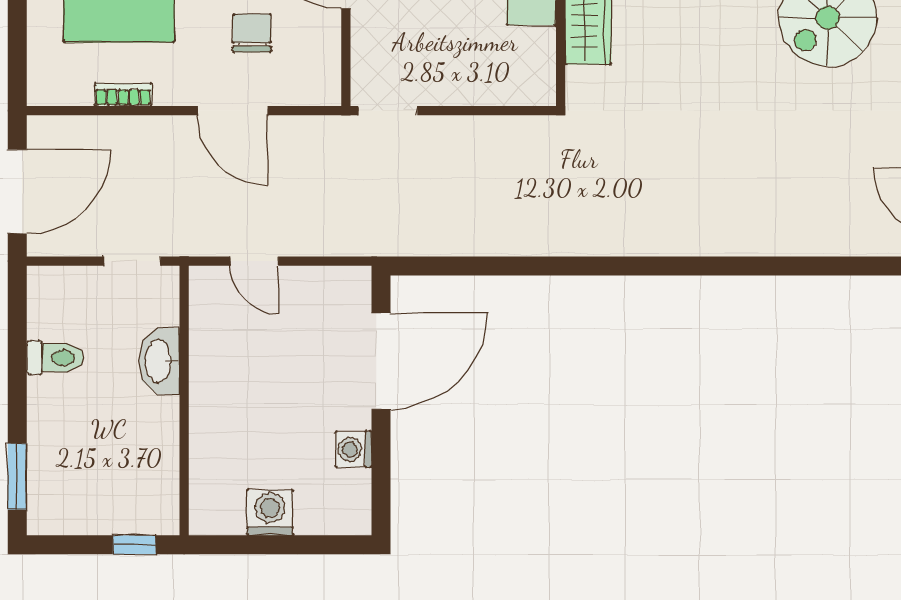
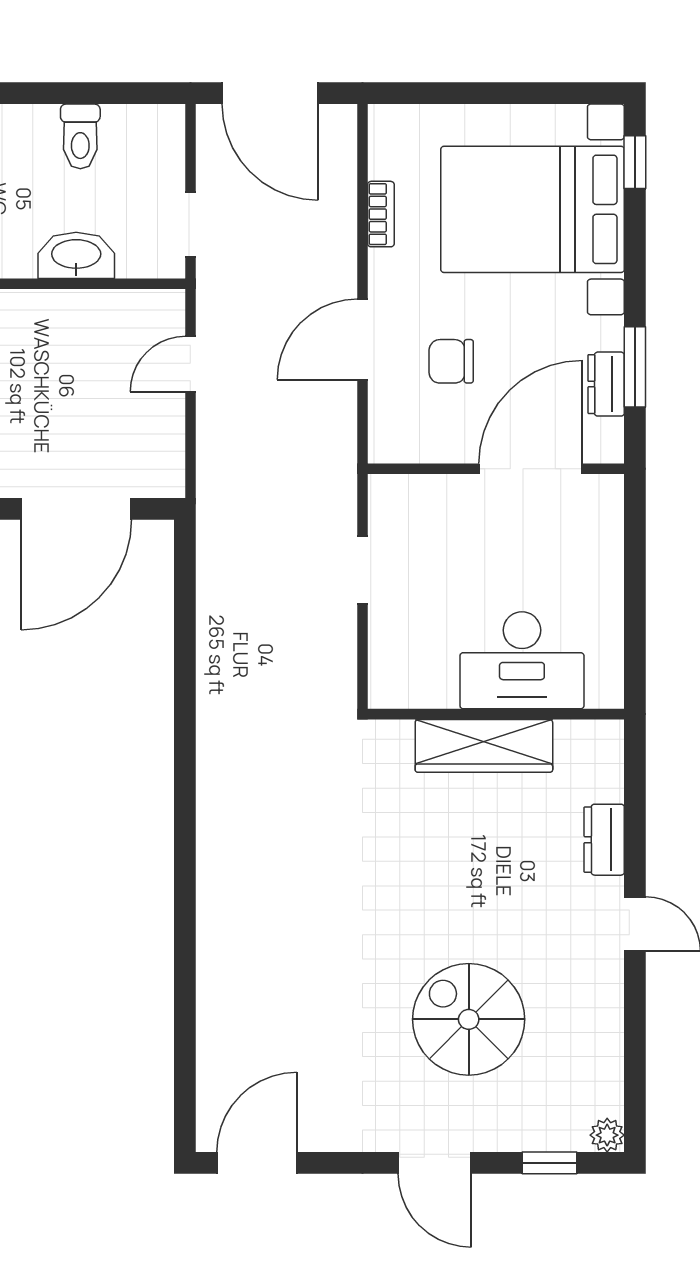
chair: (252, 33) -> (451, 361), turned 180
doorway: (388, 111) -> (363, 570), moved
door: (381, 361) -> (76, 509), hinge flipped

